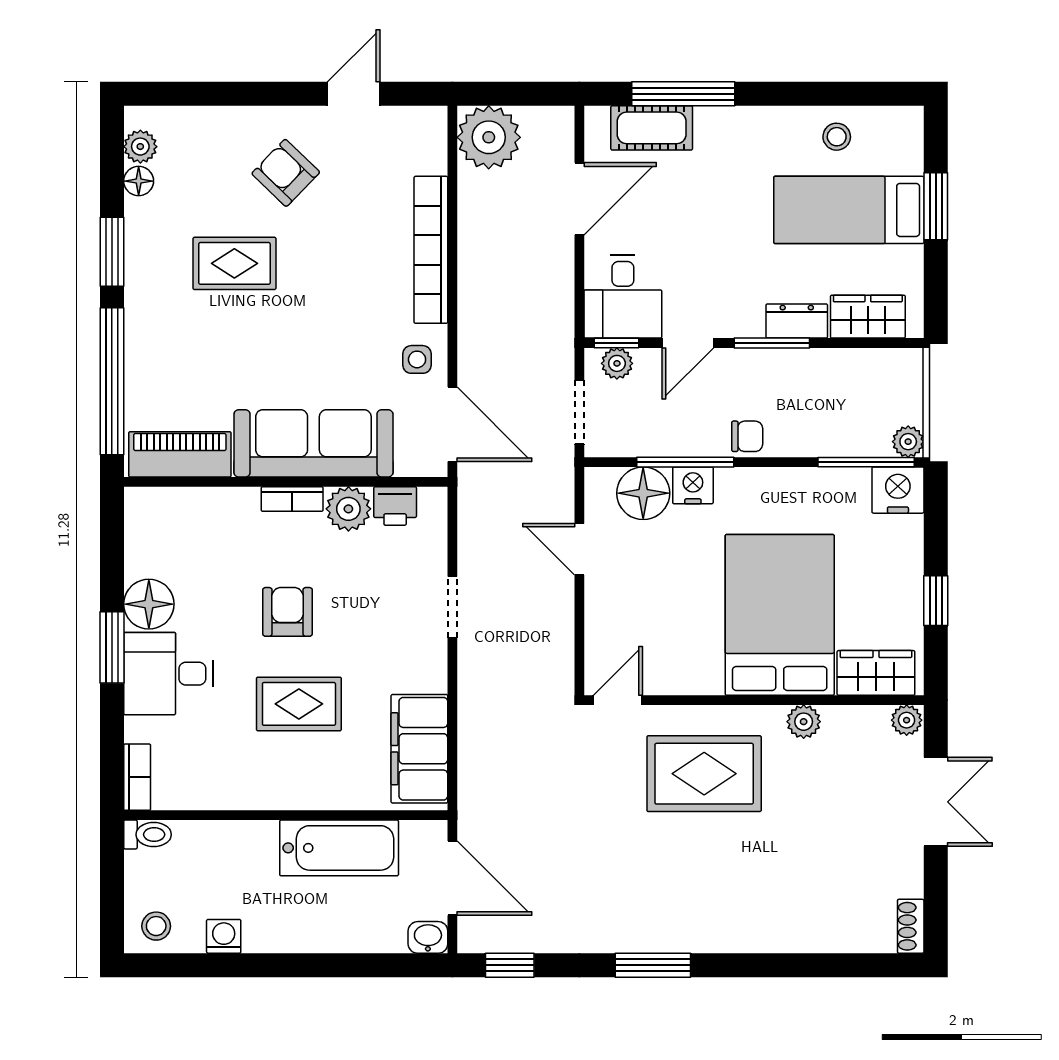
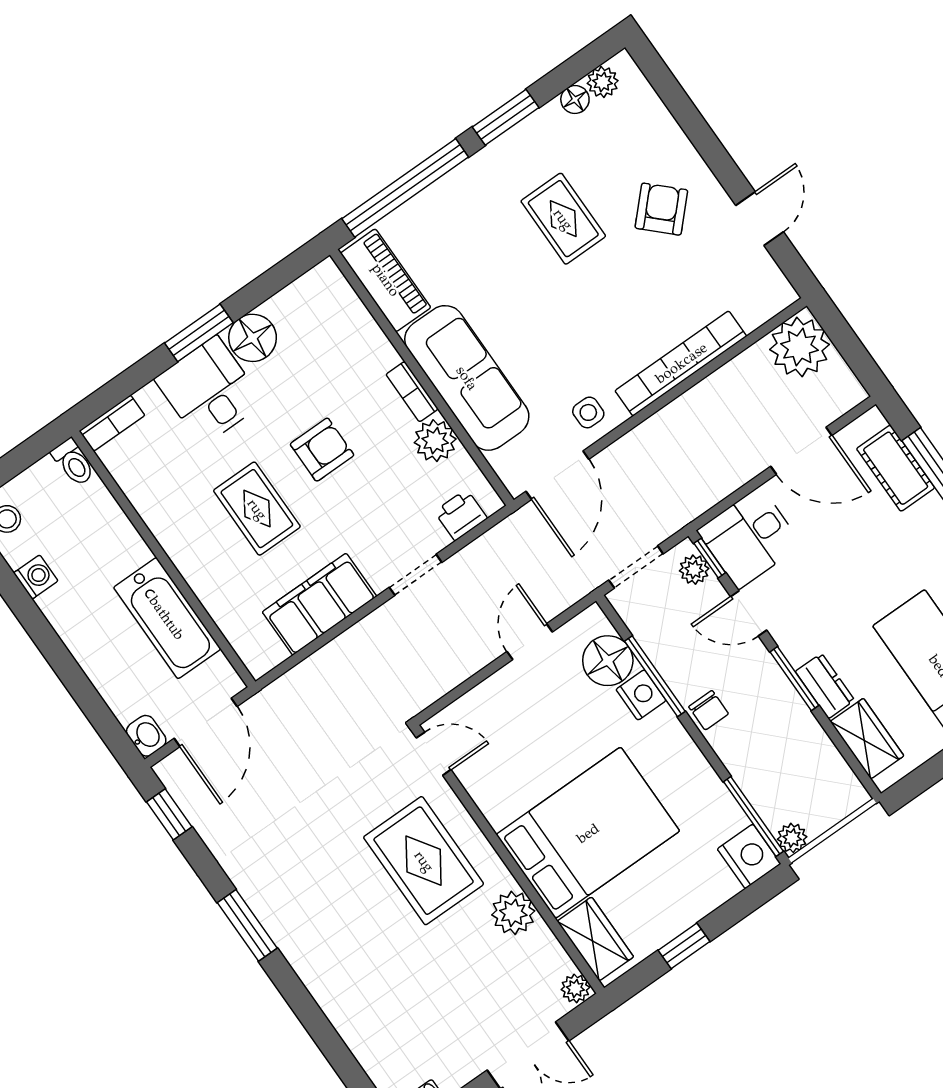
door: (354, 94) -> (760, 219), hinge flipped
printer: (395, 506) -> (461, 515), moved, turned 90
plant: (804, 722) -> (513, 913), width x1.38, depth x1.38
filing cabinet: (419, 749) -> (319, 604), moved

